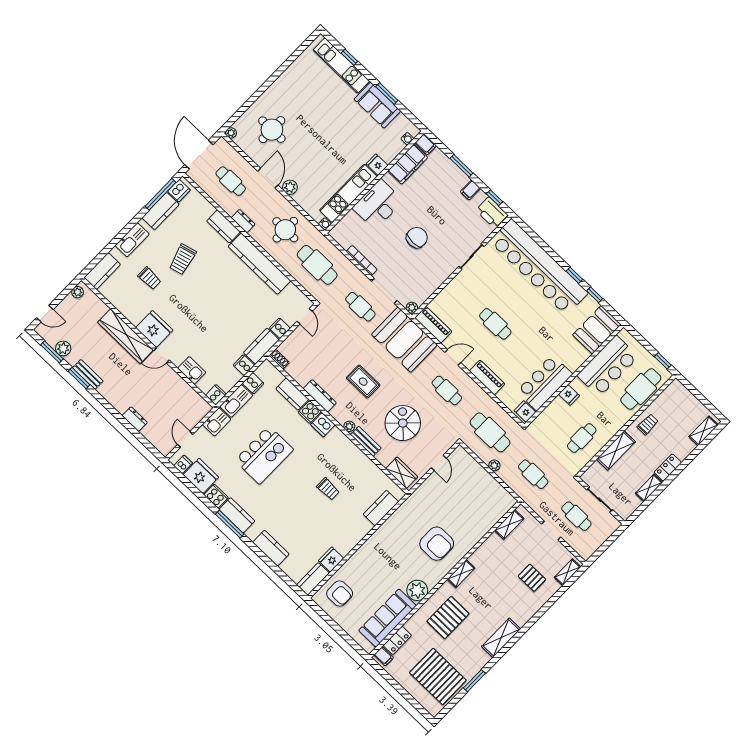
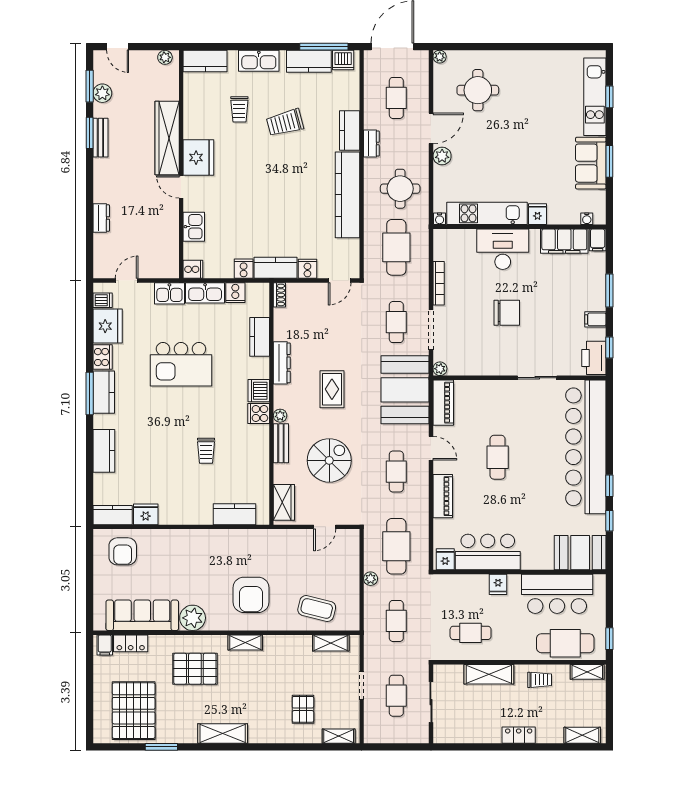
cooker: (310, 412) -> (259, 413), moved
shelving: (649, 488) -> (587, 672), moved
coffee table: (481, 513) -> (317, 609), added

